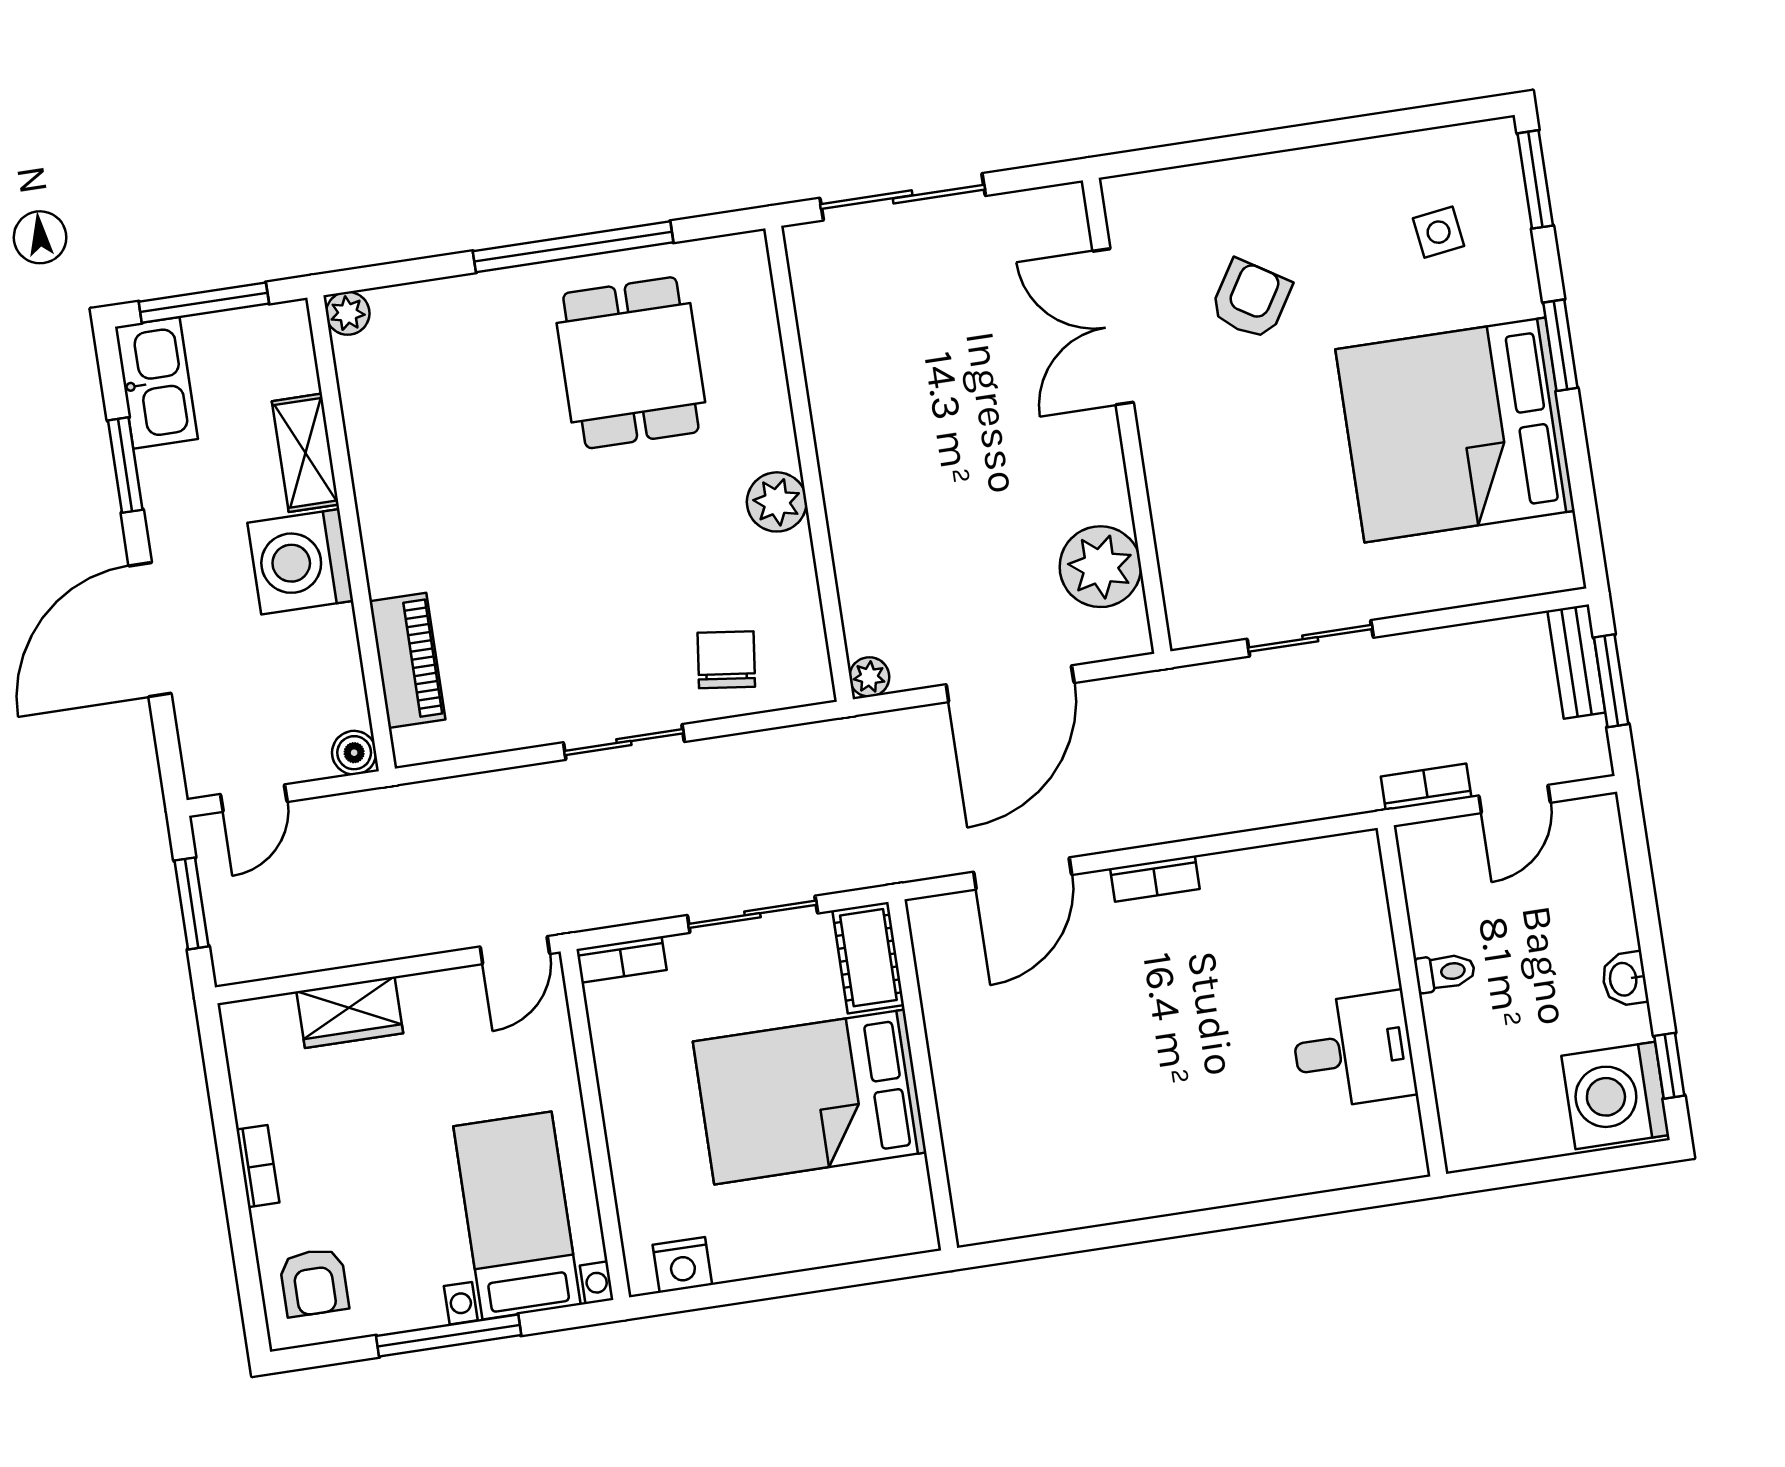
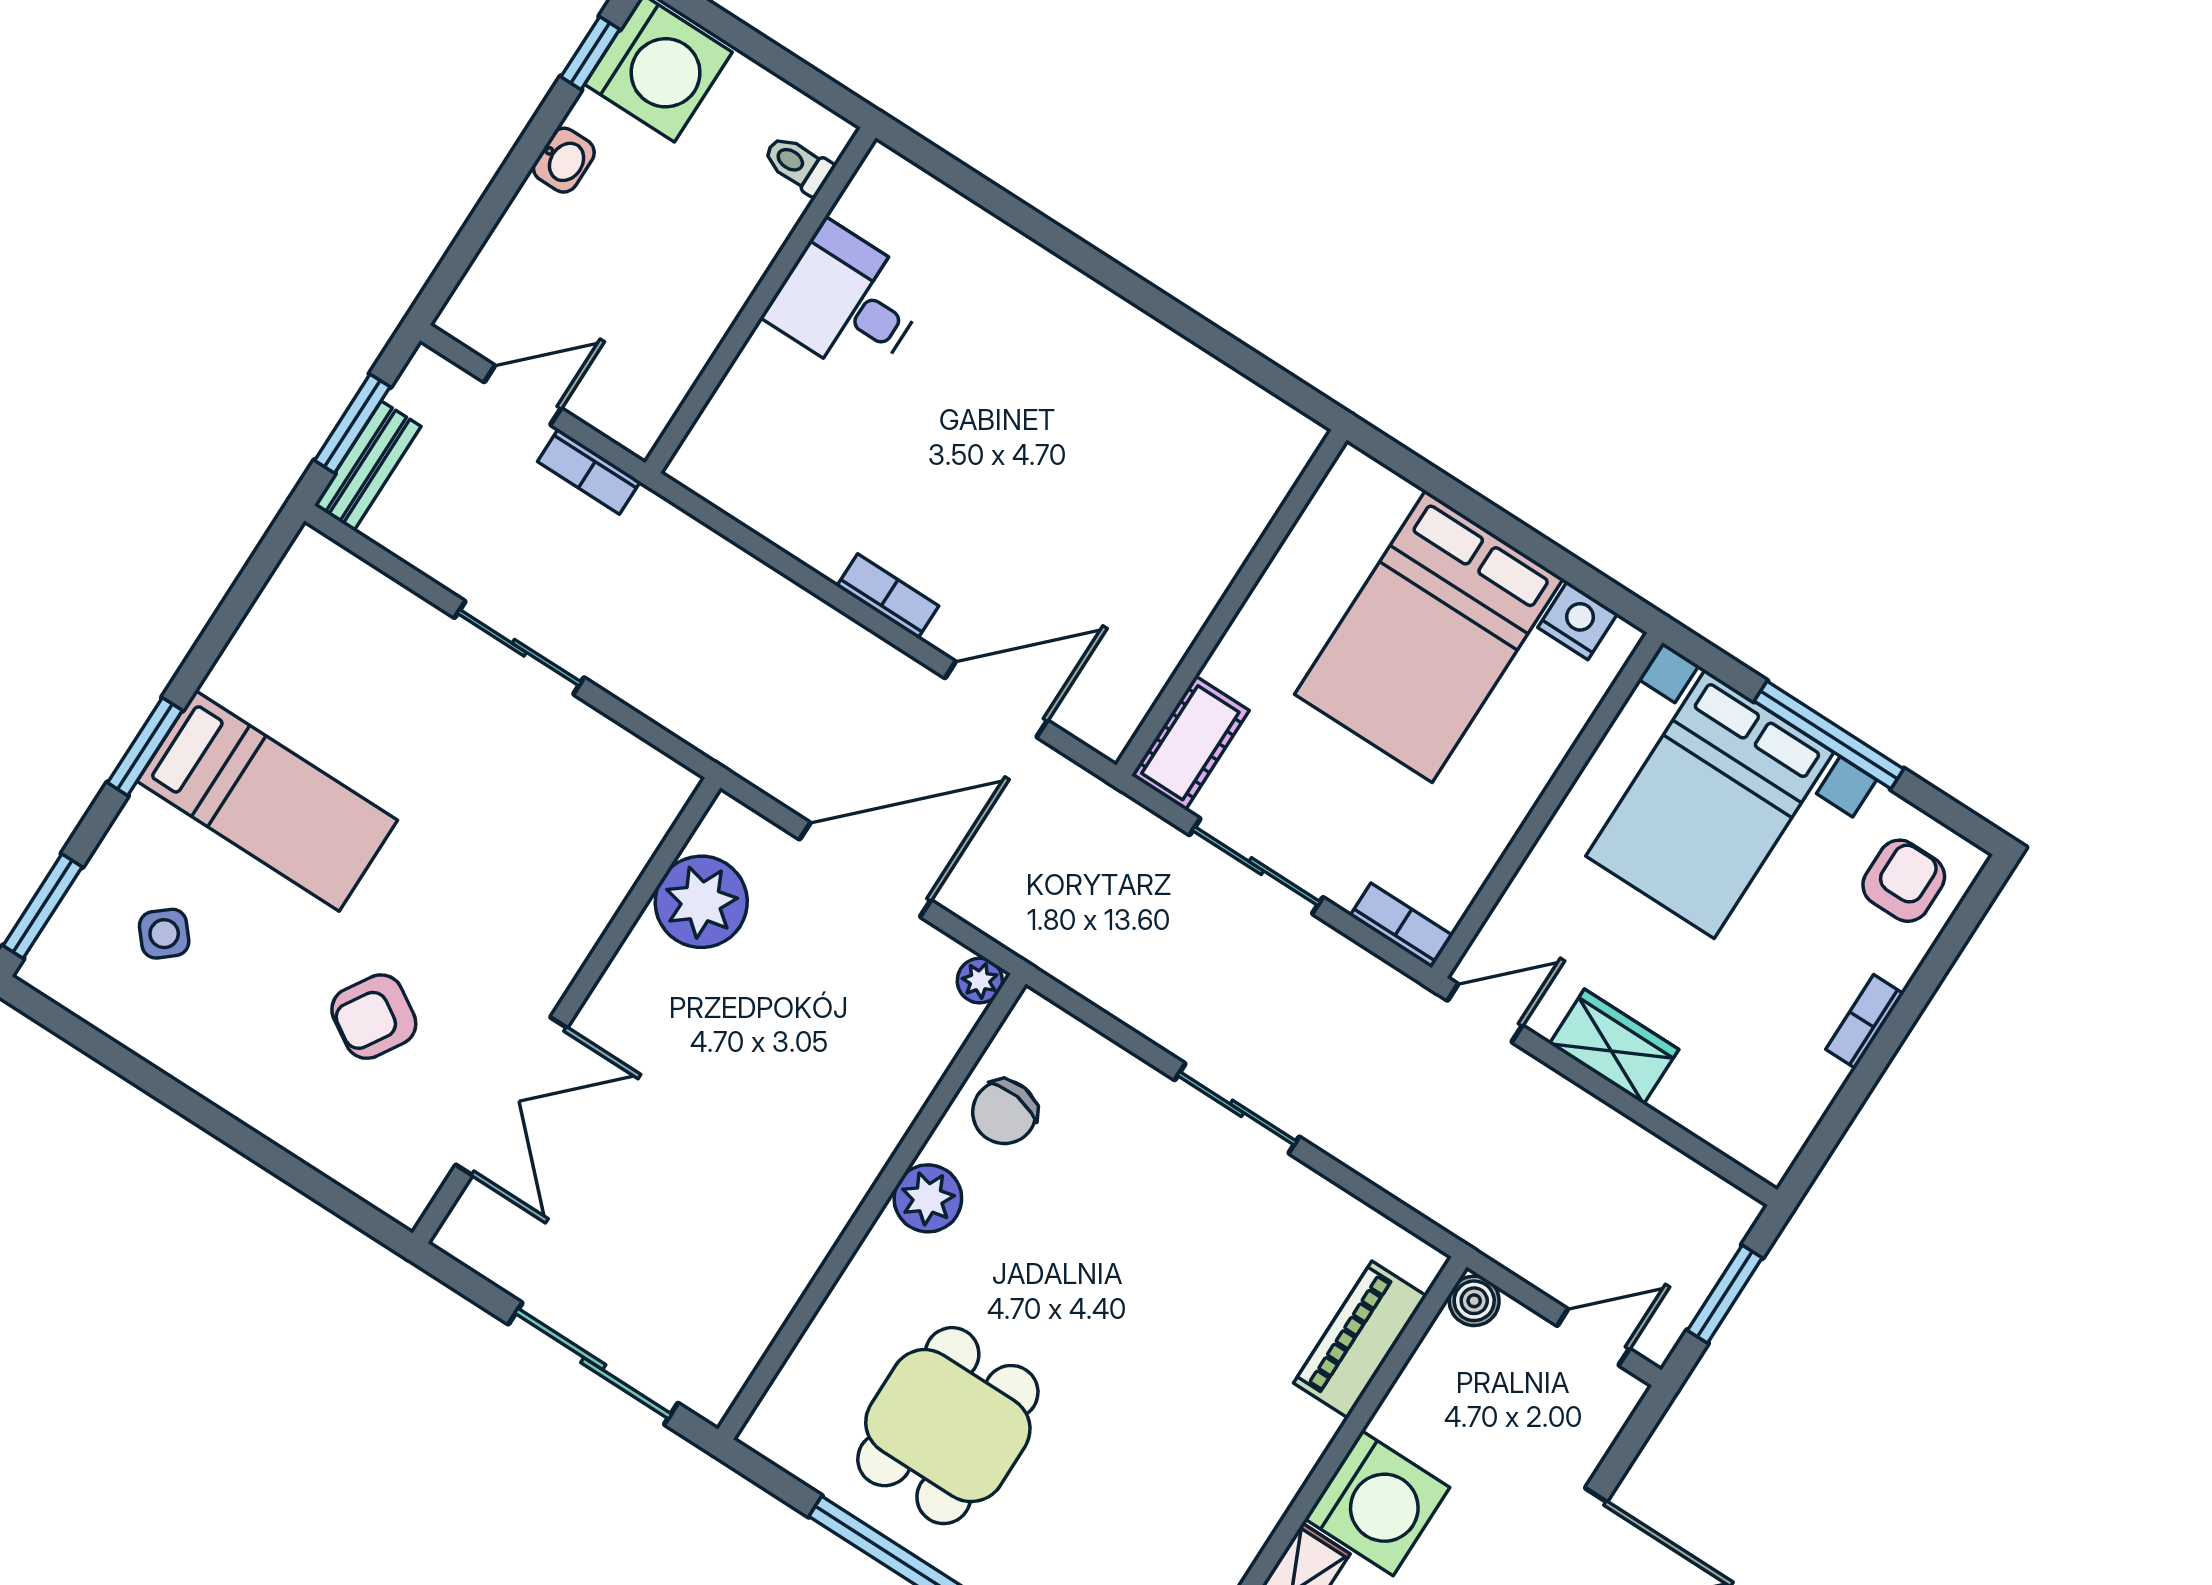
side table: (1439, 232) -> (164, 934), turned -32
bed: (1455, 430) -> (267, 801), width x0.49
sliding door: (1310, 638) -> (519, 648), moved
chair: (726, 660) -> (1004, 1112), moved
toilet: (1445, 972) -> (798, 165), moved
wardrobe: (350, 1012) -> (1614, 1047), moved
bed: (810, 1097) -> (1429, 636), moved, turned 90
bed with nightstands: (517, 1216) -> (1710, 804), width x1.36

